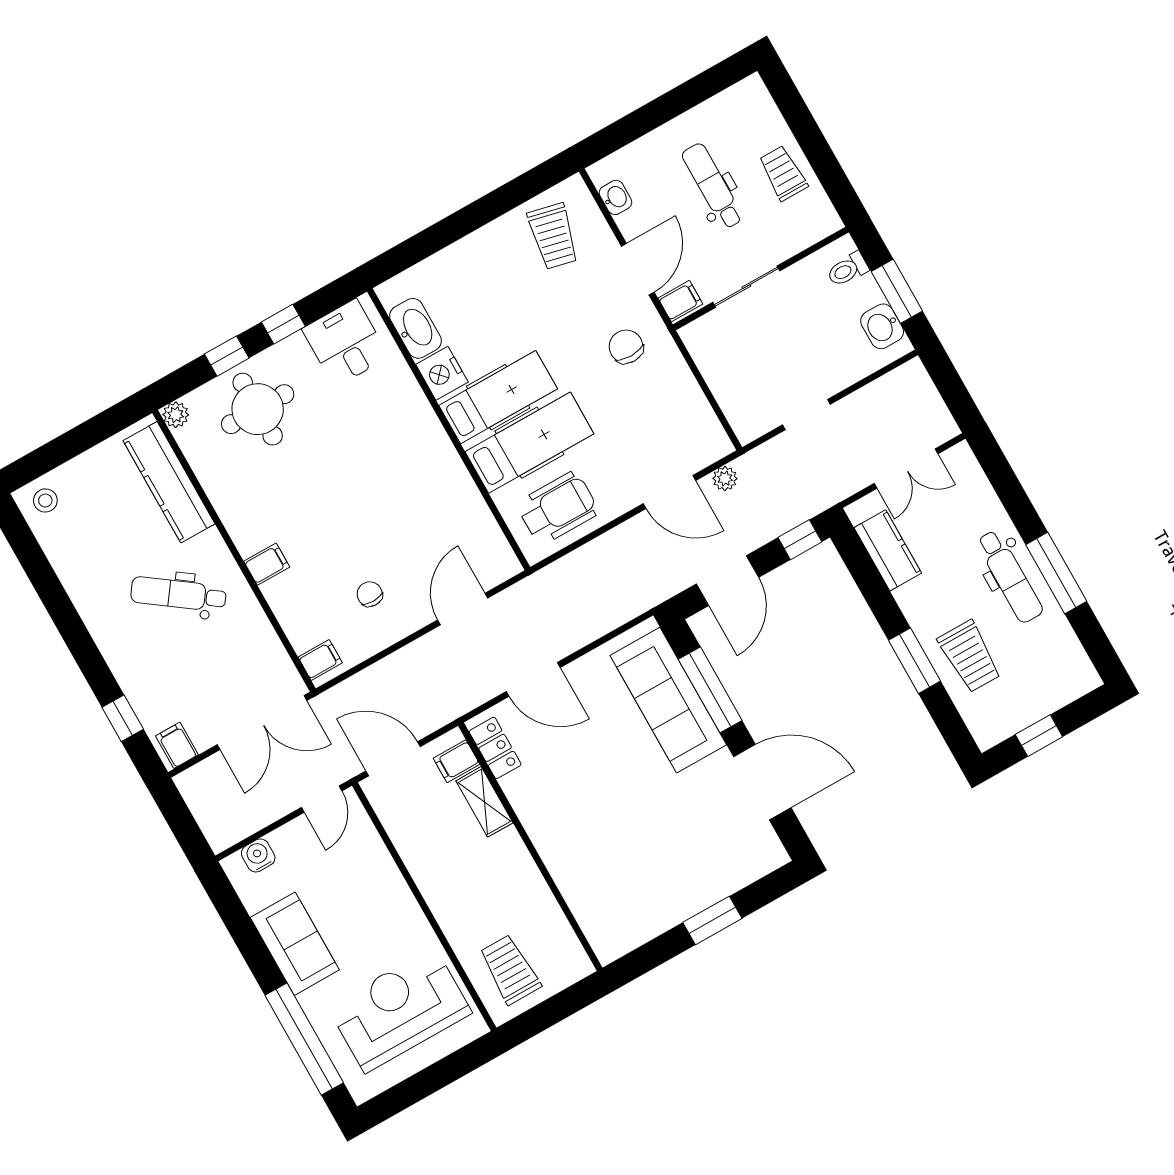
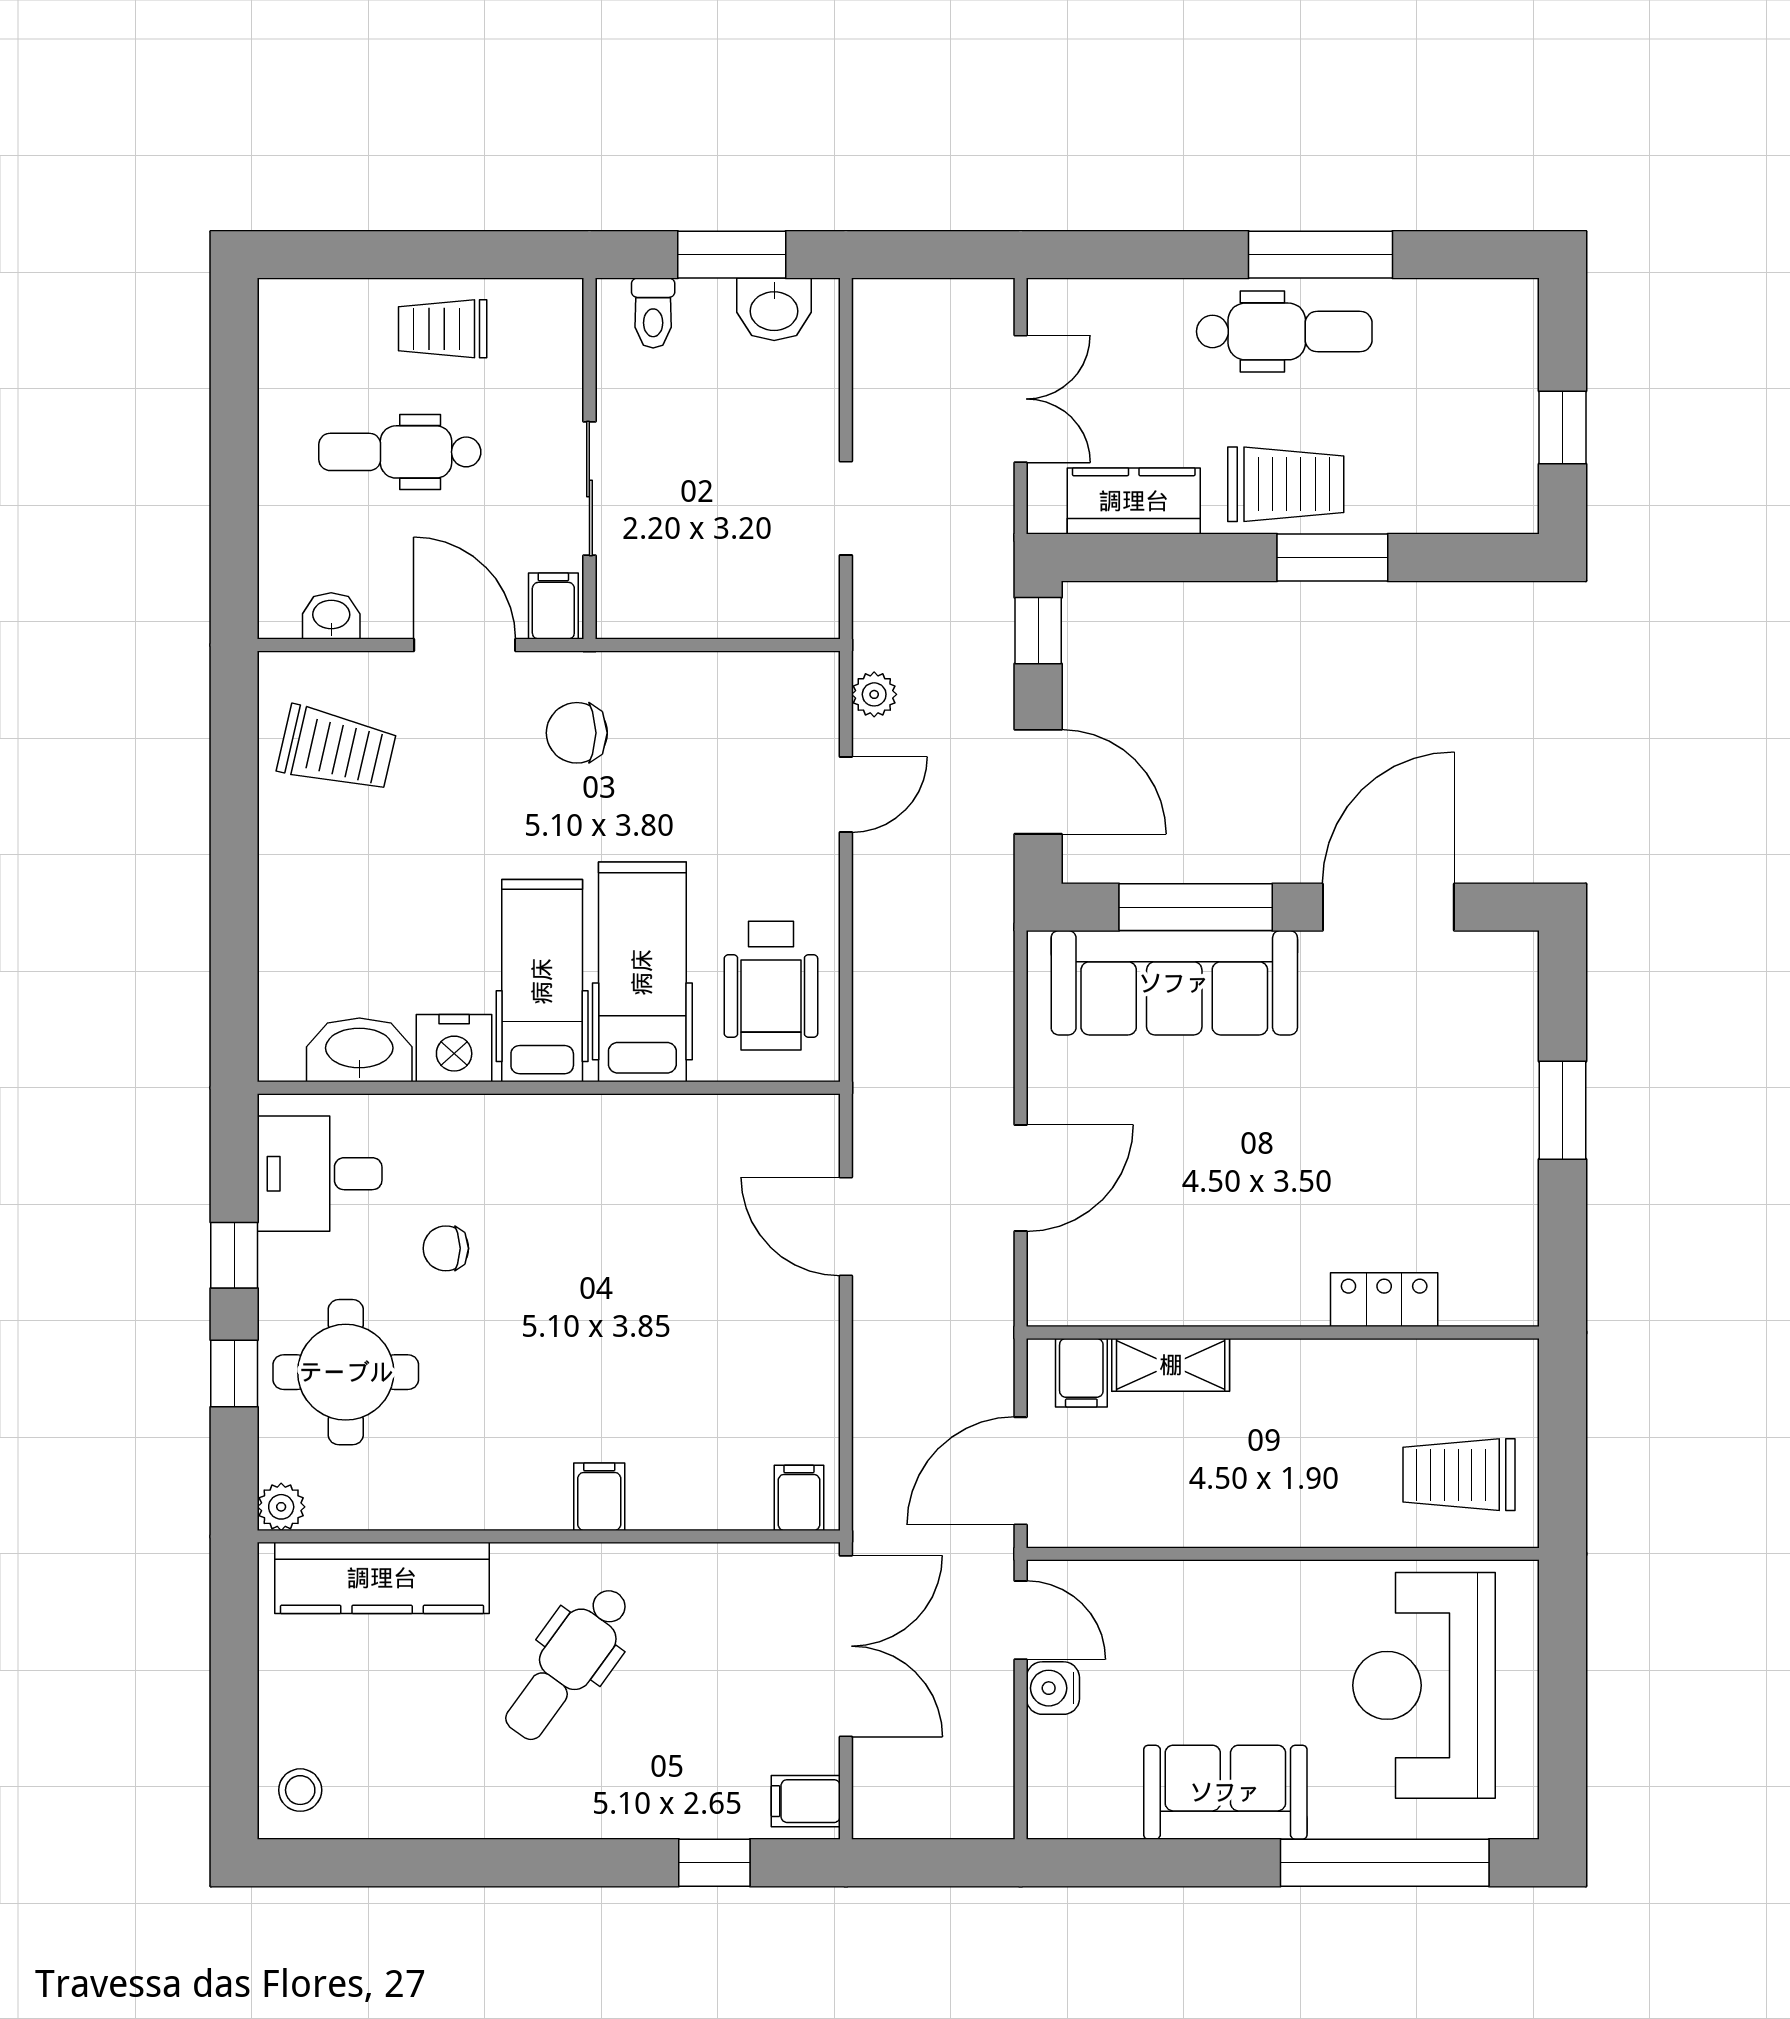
door: (669, 492) -> (846, 795), width x0.73
wheelchair: (558, 508) -> (771, 986), turned 180
chair: (370, 594) -> (446, 1248), moved
trolley: (970, 656) -> (1286, 484), moved
locker: (495, 748) -> (1384, 1300), moved
water cooler: (258, 855) -> (1053, 1688), moved

